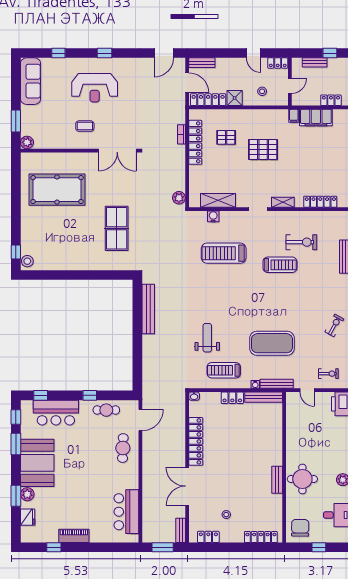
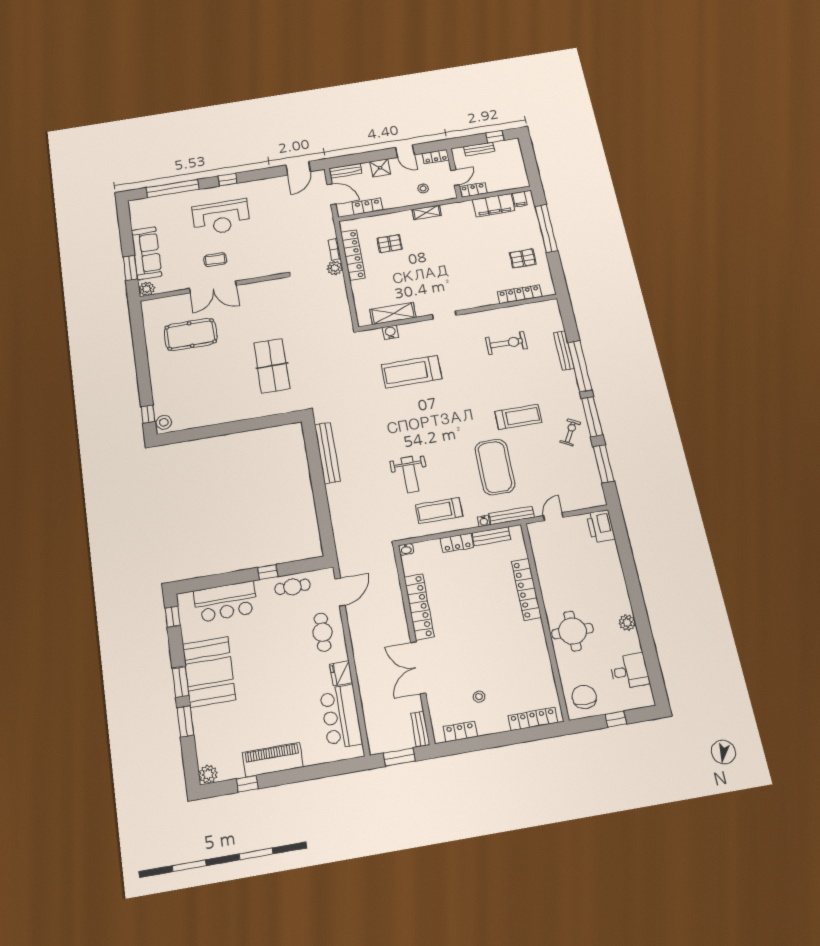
window: (58, 53) -> (173, 188), width x3.17
sofa: (30, 81) -> (147, 253), moved
shower: (235, 98) -> (380, 168), moved
locker: (208, 100) -> (367, 206), width x0.66
locker: (331, 100) -> (473, 190), moved
filing cabinet: (294, 116) -> (520, 199), moved
pallet: (263, 149) -> (523, 258), moved, width x0.67, depth x0.71
double door: (117, 151) -> (213, 287), moved
pool table: (57, 190) -> (191, 334), width x0.73, depth x0.76
plant: (179, 198) -> (335, 268), moved
shelving: (283, 202) -> (427, 212), moved
treadmill: (280, 265) -> (518, 417), moved
weight bench: (207, 338) -> (410, 474), turned 180
exercise mat: (272, 343) -> (495, 467), turned 90
exercise bike: (328, 374) -> (576, 492), removed
door: (307, 390) -> (553, 517), swing flipped
window: (41, 395) -> (202, 583), removed
bench: (264, 397) -> (491, 536), width x0.73
locker: (276, 442) -> (526, 589), added
window: (16, 444) -> (181, 682), moved
bench: (277, 480) -> (539, 638), removed
plant: (27, 494) -> (208, 774), moved
fridge: (28, 517) -> (341, 673), moved, turned 180
piano: (74, 536) -> (273, 760), width x1.37, depth x1.33

